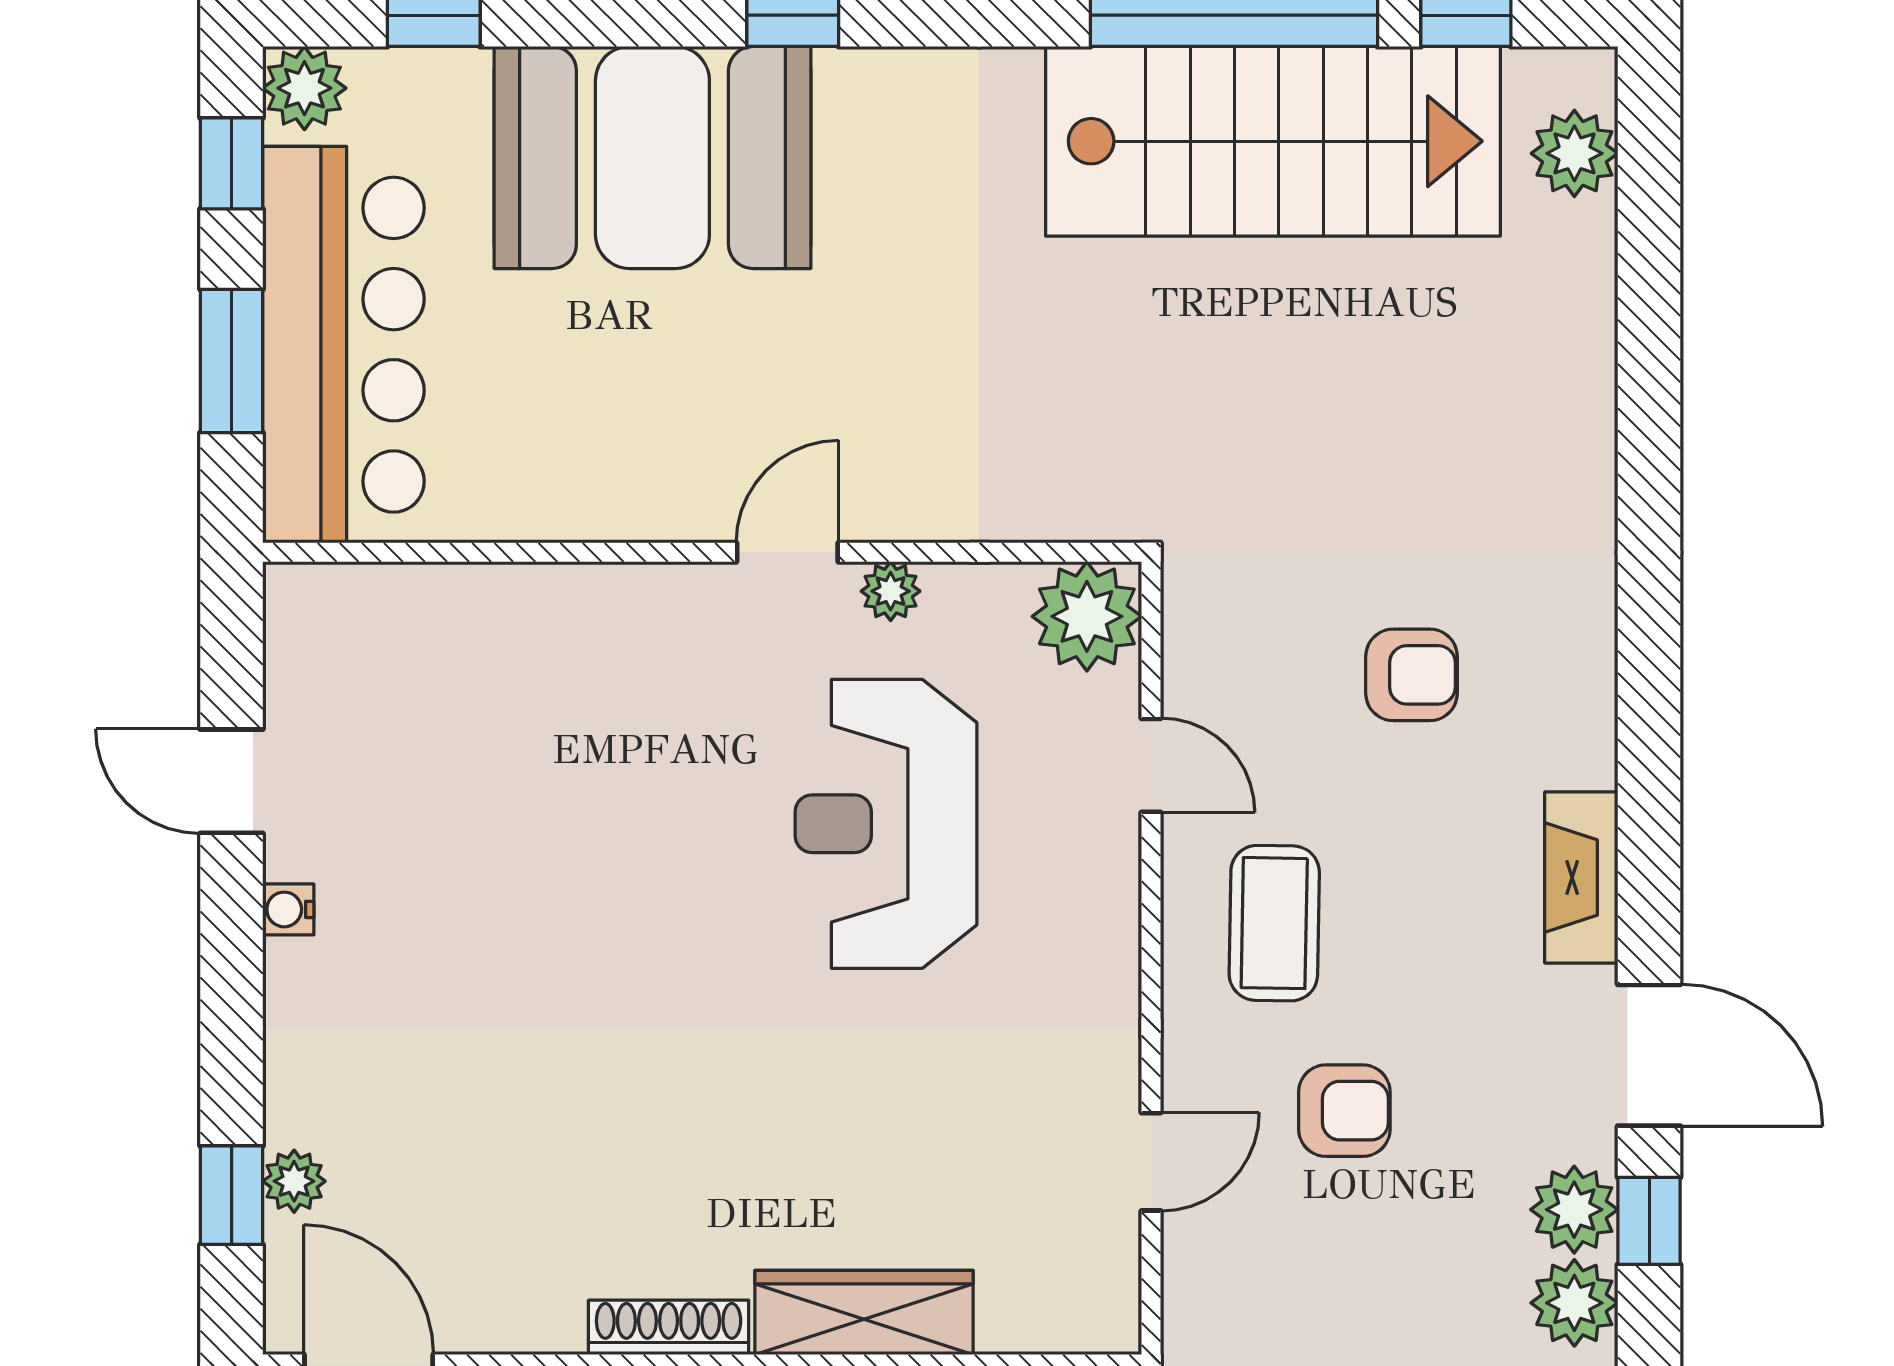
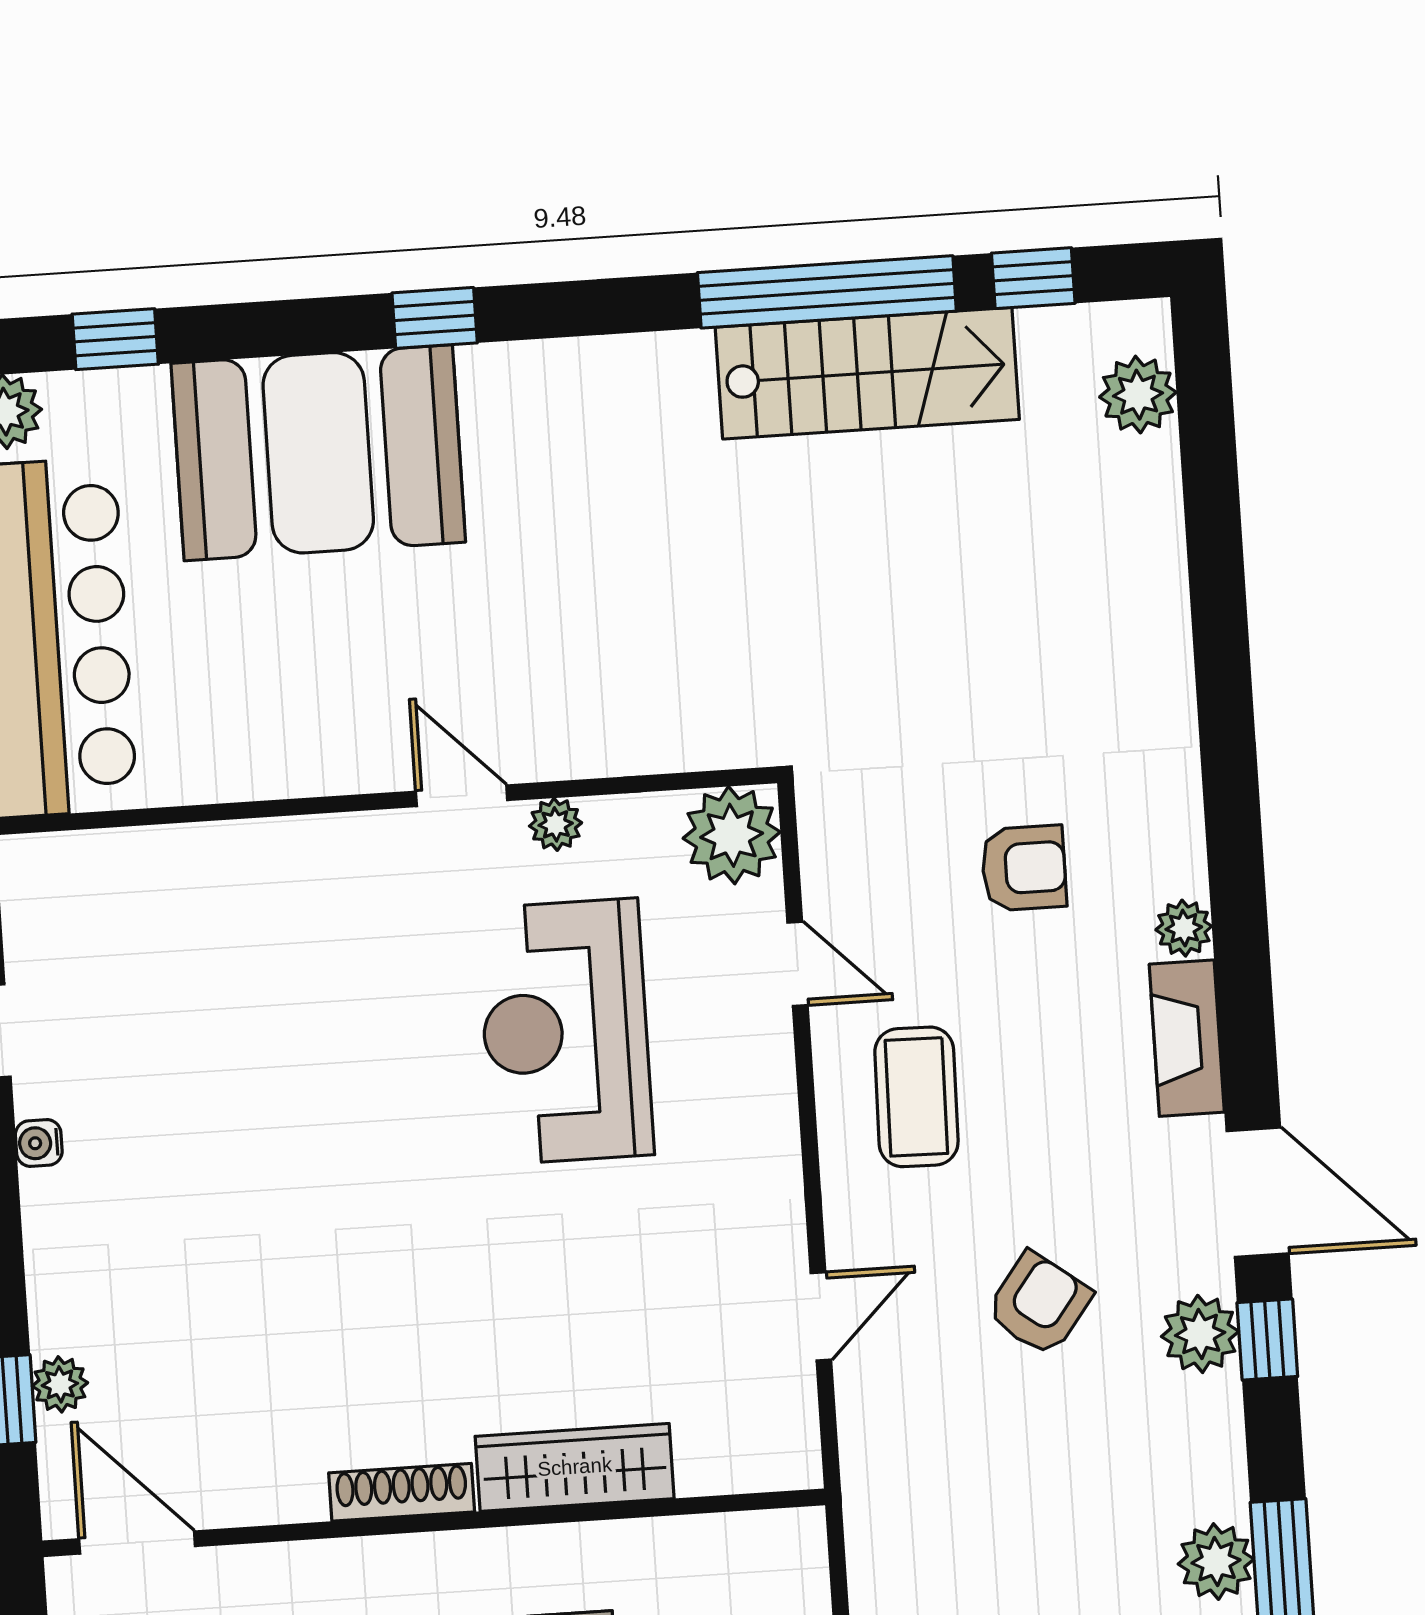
stairs: (1273, 141) -> (867, 373), width x0.73, depth x0.66
door: (787, 552) -> (462, 796), hinge flipped
armchair: (1344, 1111) -> (1039, 1304), moved, turned -53
plant: (1574, 1303) -> (1184, 928), moved, width x0.73, depth x0.73

